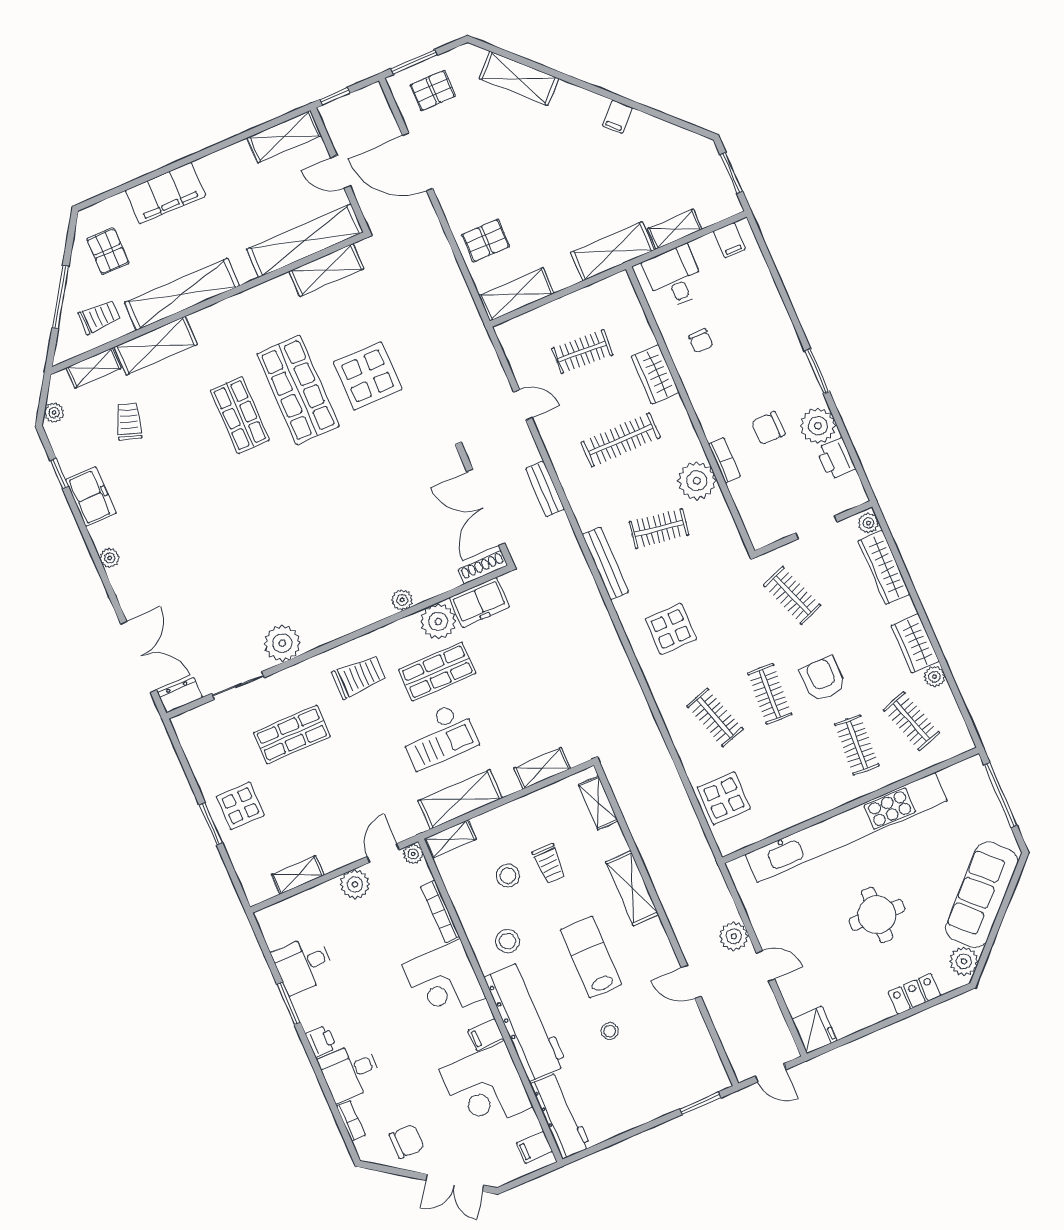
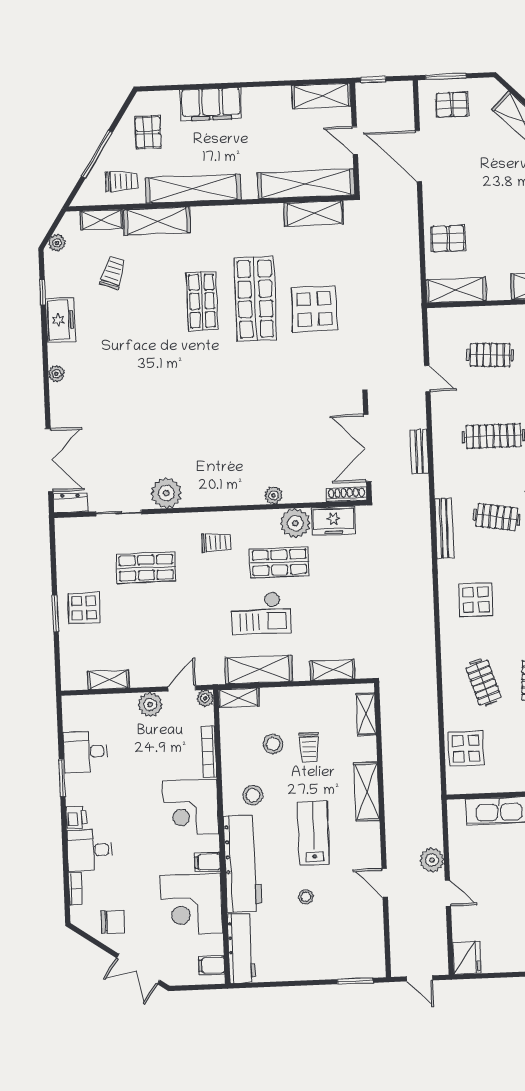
trolley: (359, 677) -> (216, 543), width x0.73, depth x0.72

